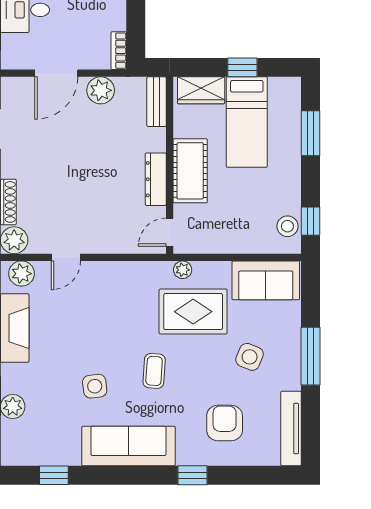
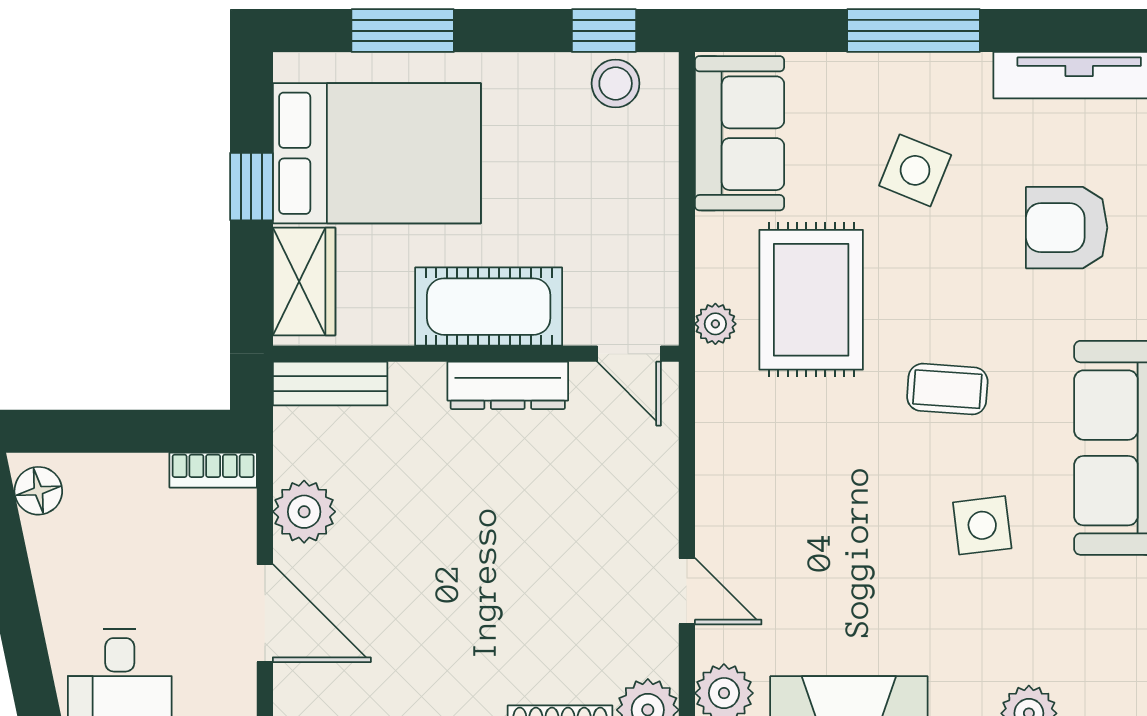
bed: (247, 122) -> (377, 153), width x1.50

